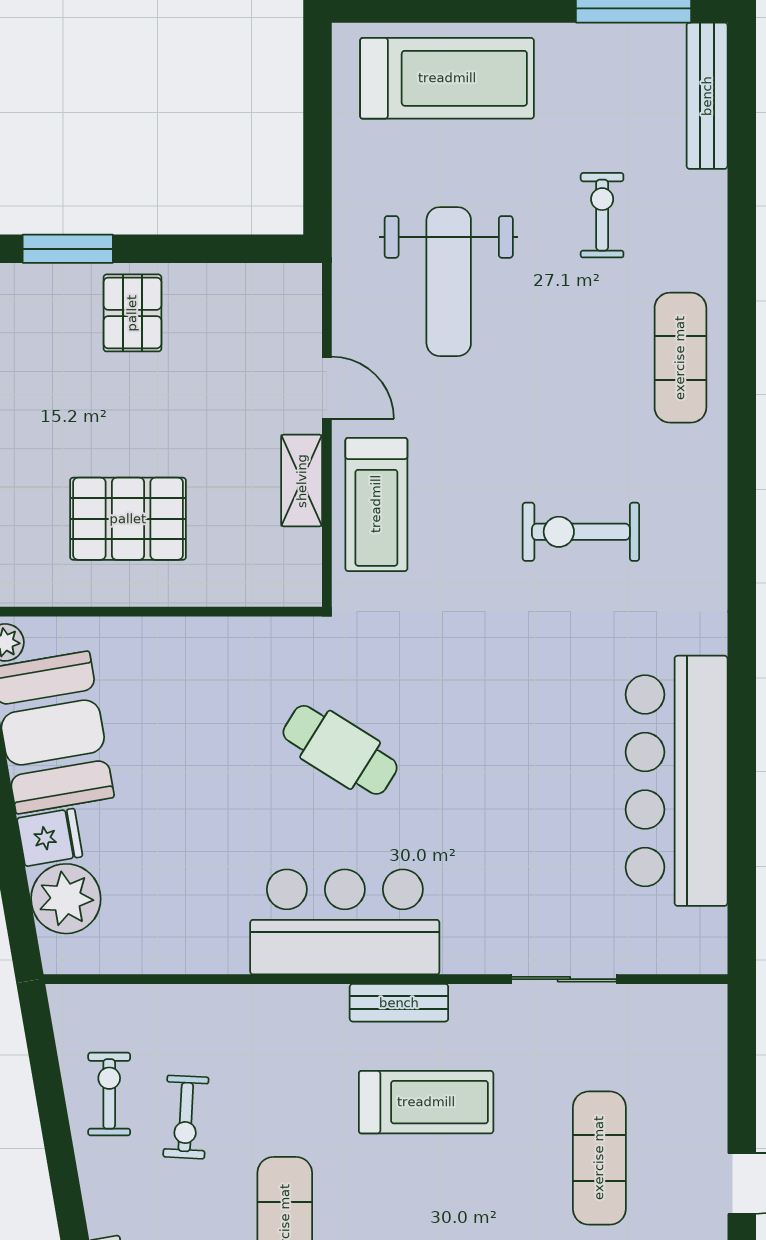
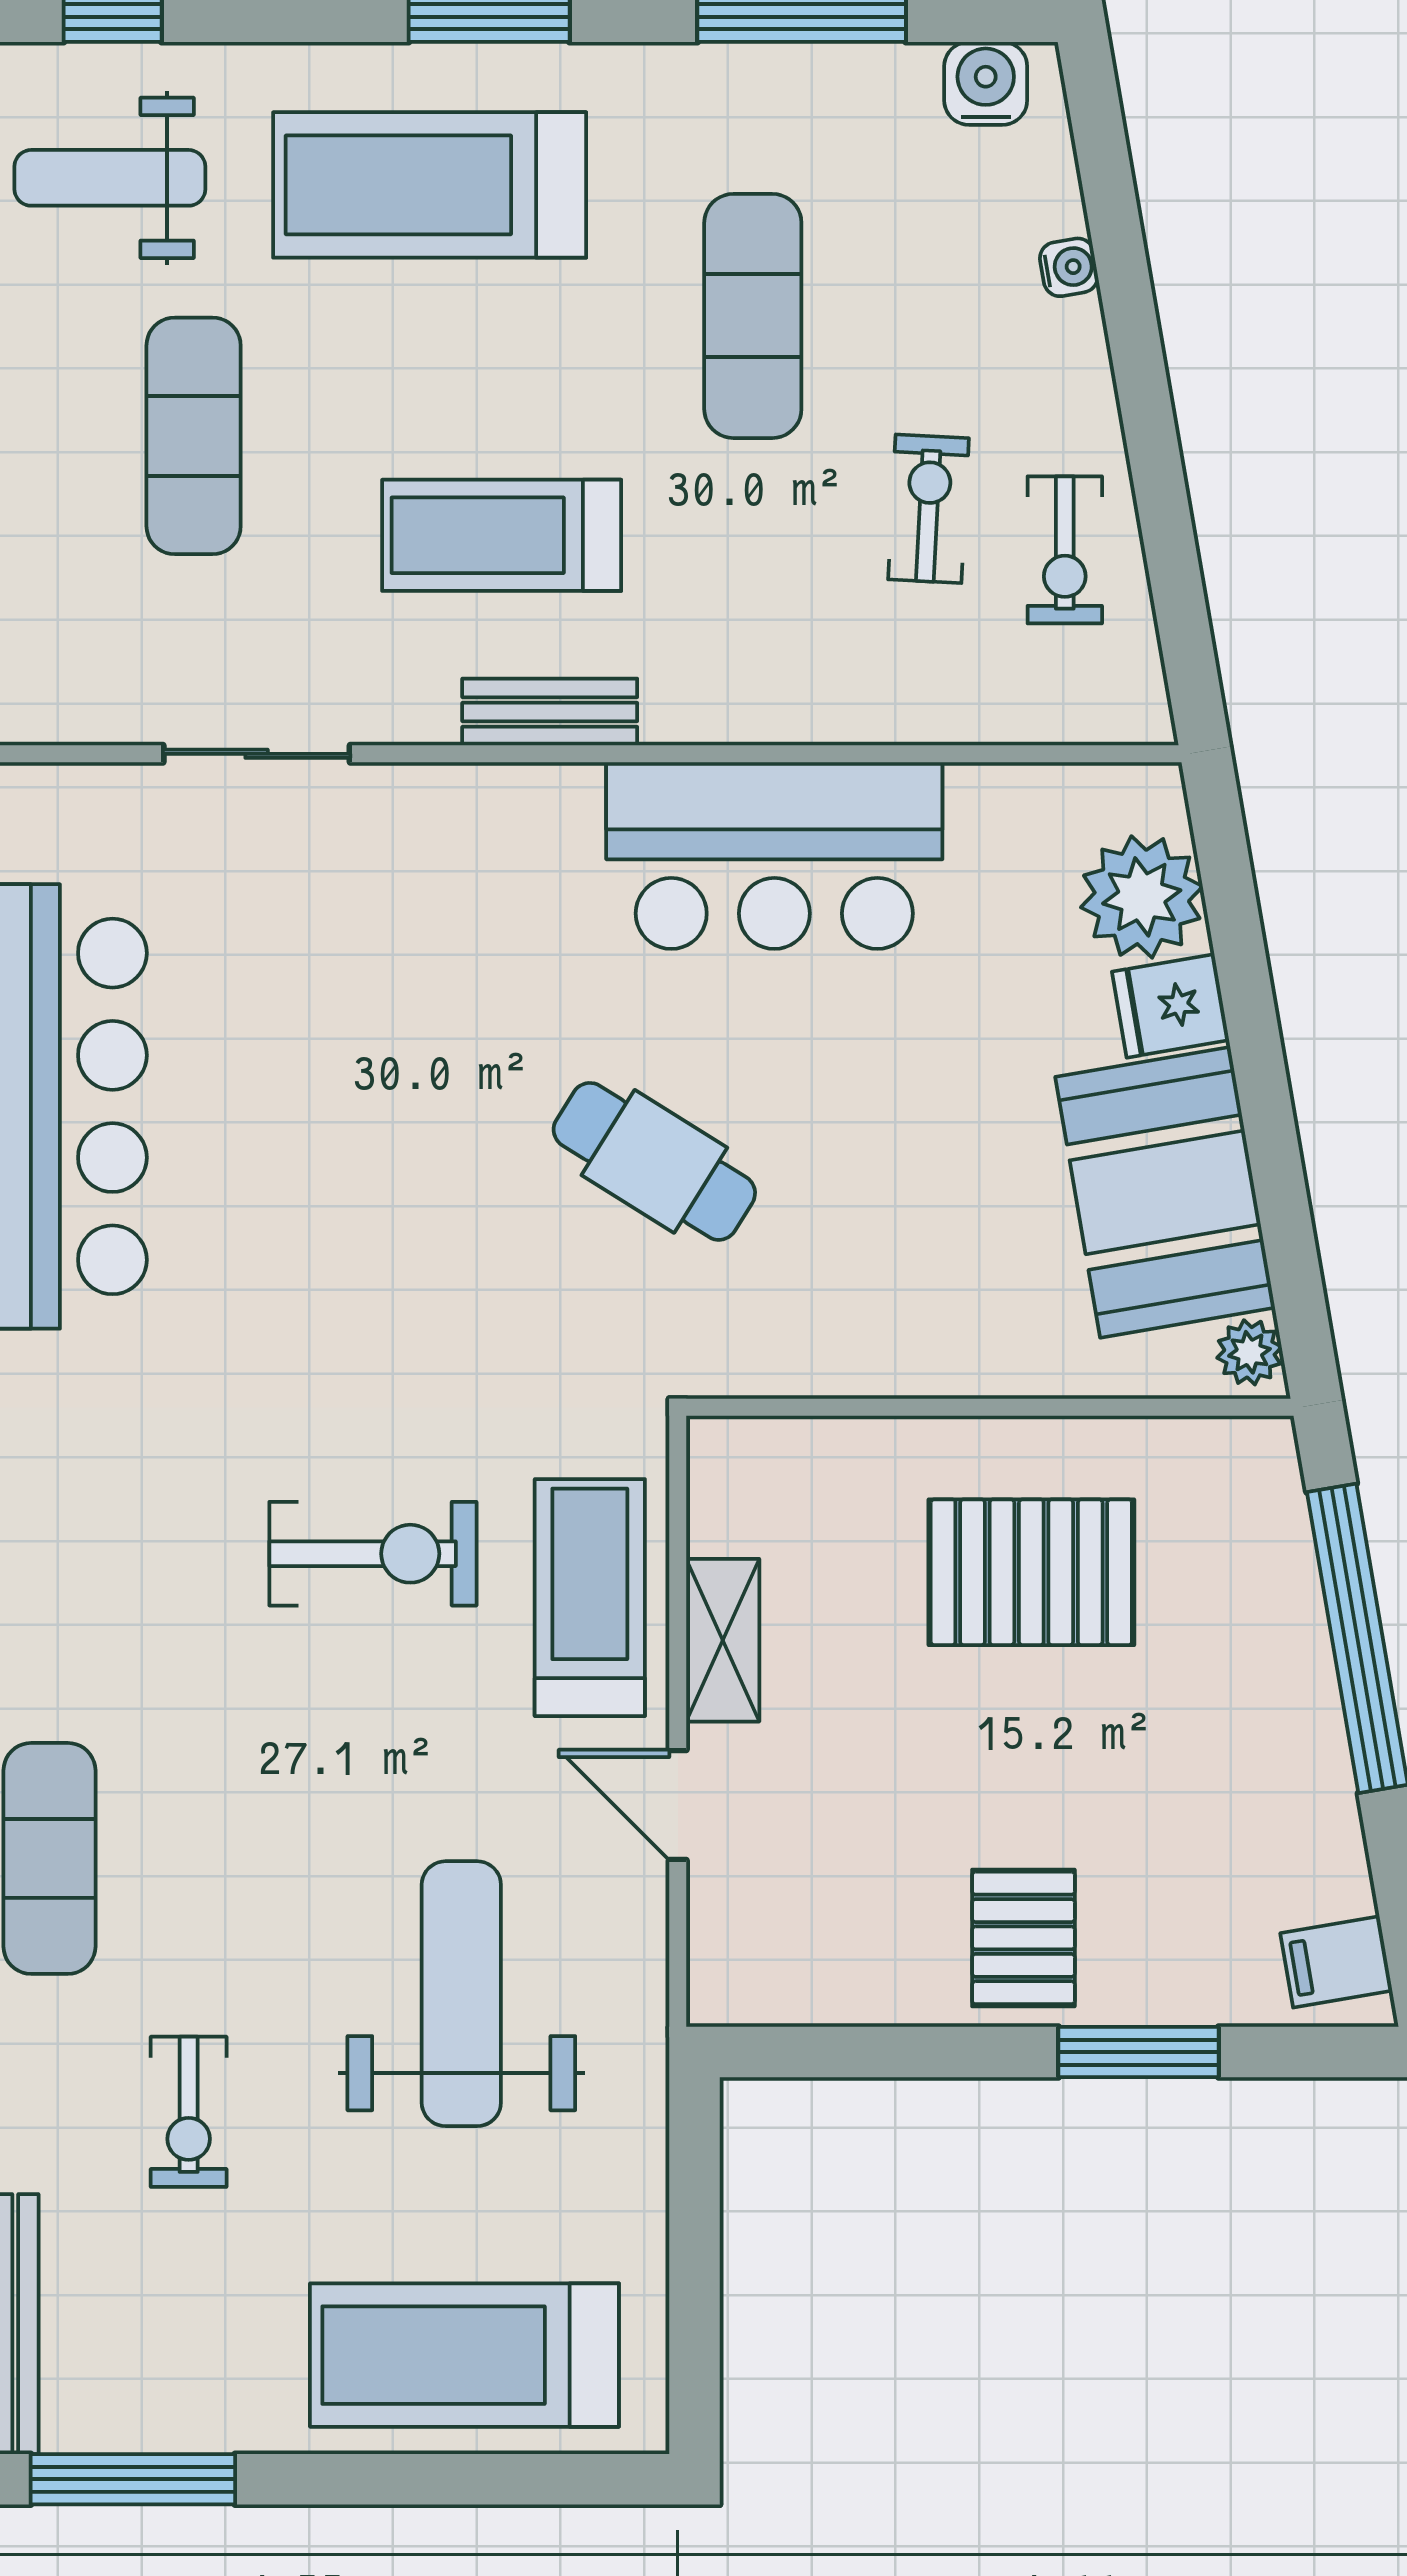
exercise bike: (581, 532) -> (373, 1554), moved
bar counter: (345, 922) -> (774, 856), moved

